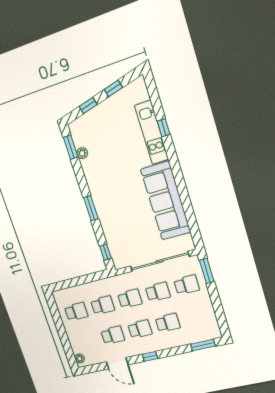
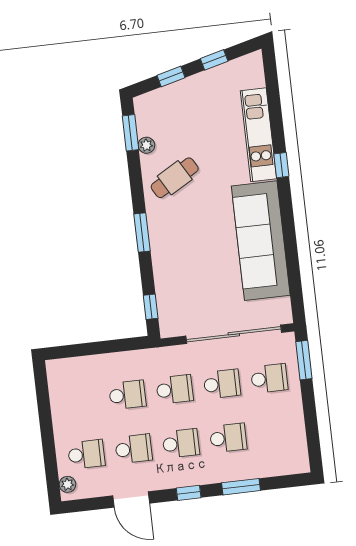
window: (164, 128) -> (281, 165), moved
cafe table: (104, 171) -> (175, 178), added
school desk: (76, 312) -> (86, 454), moved
window: (203, 345) -> (241, 487), moved

